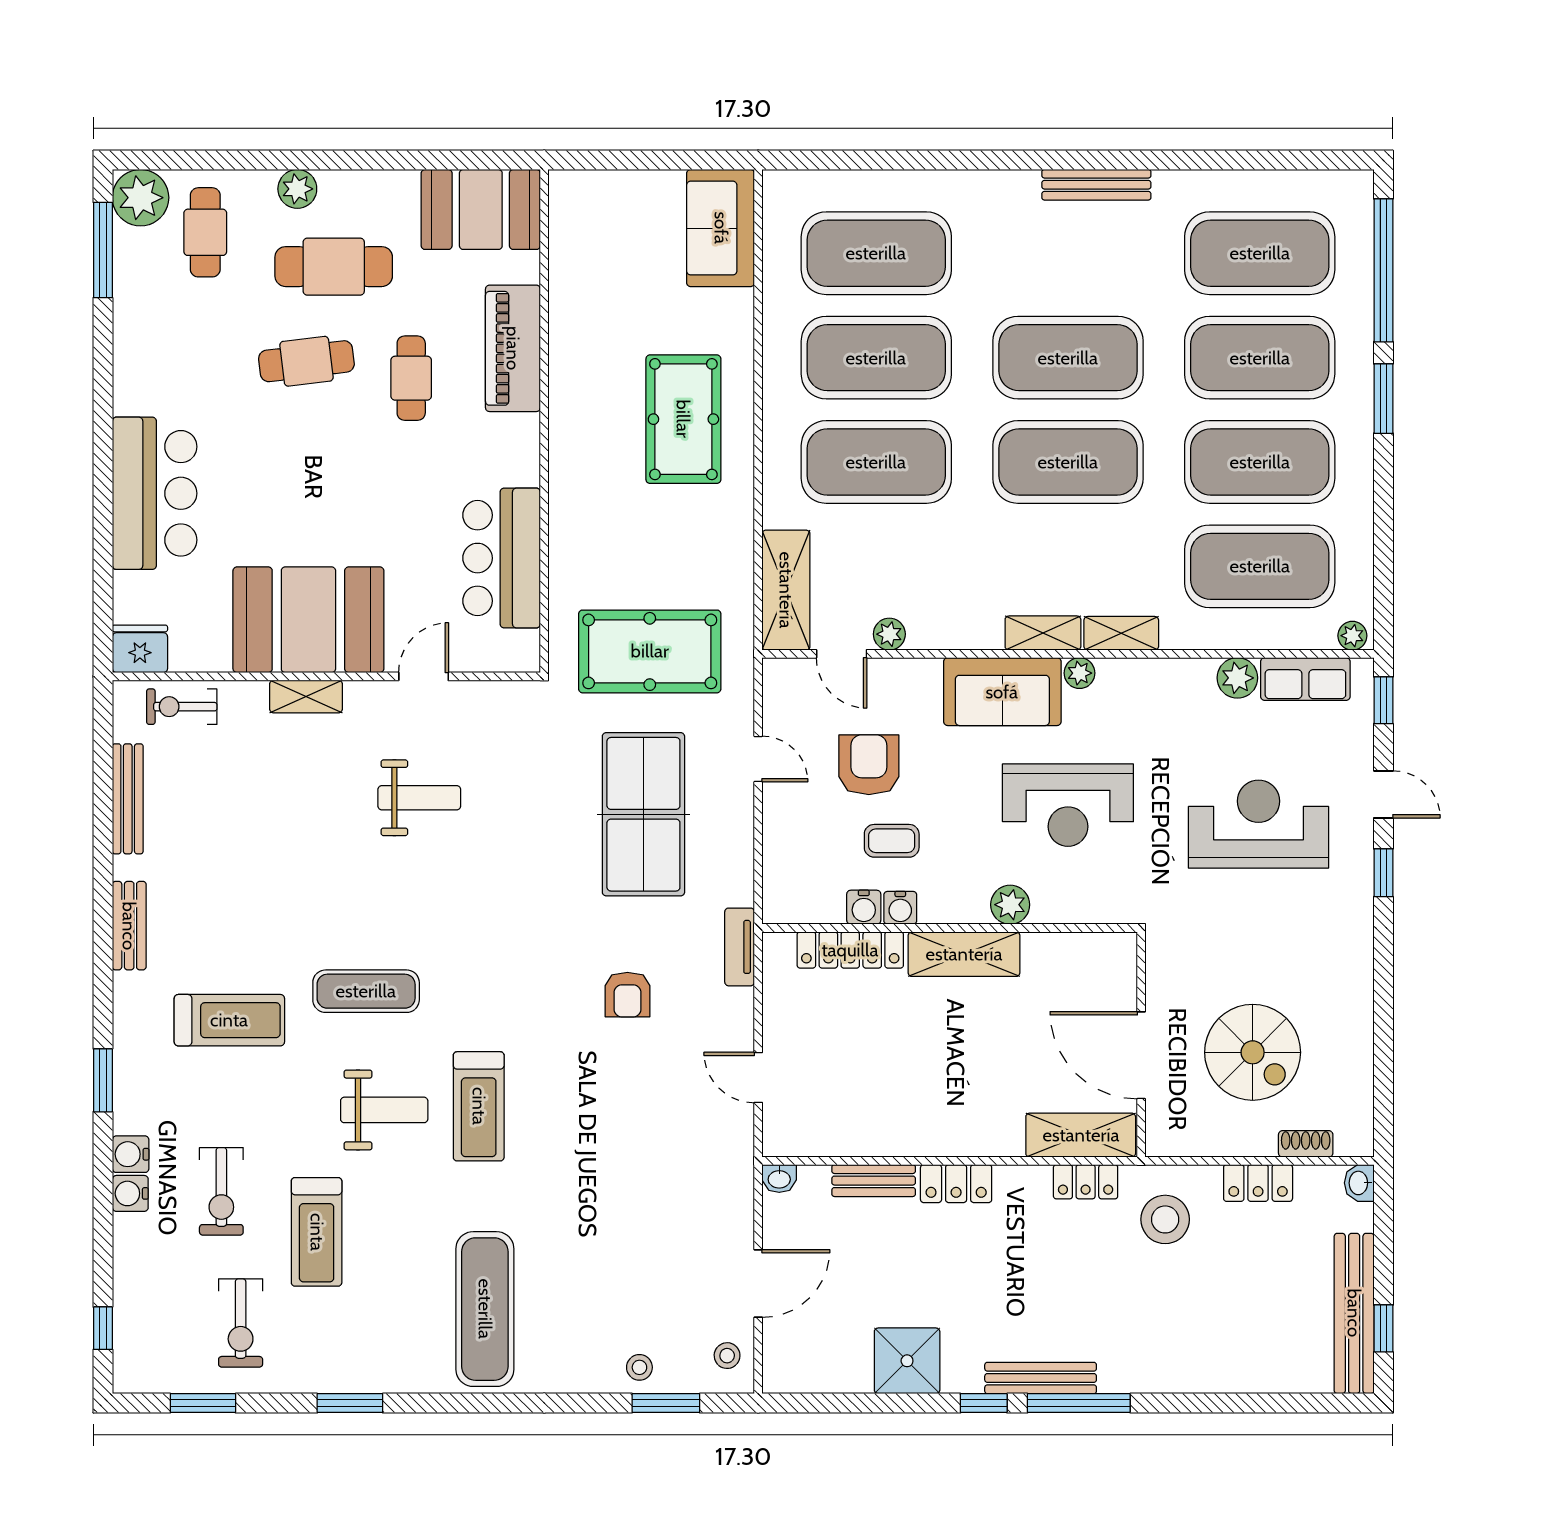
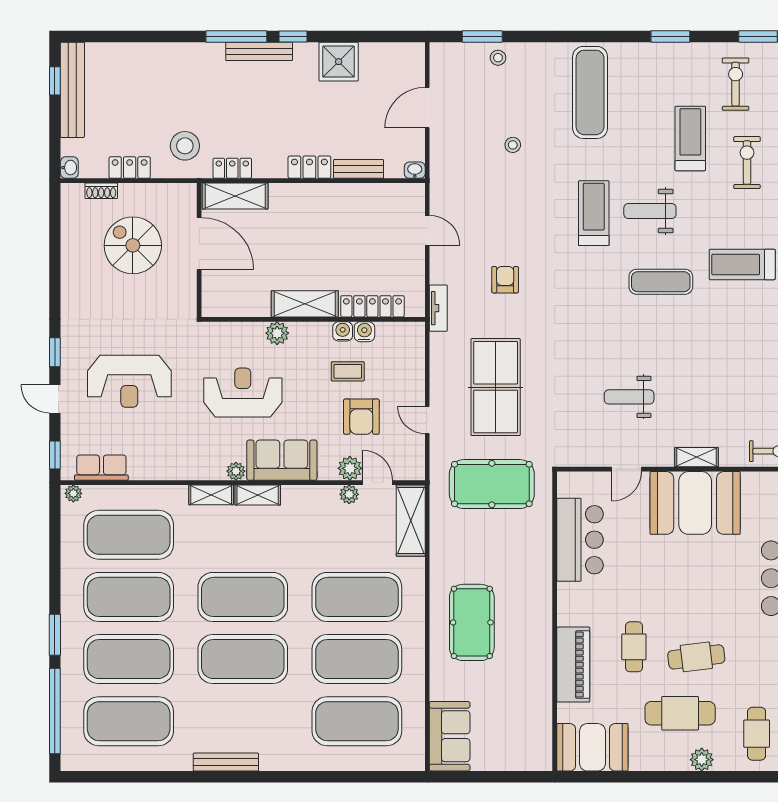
plant: (1237, 678) -> (350, 468), moved
stool: (727, 1356) -> (513, 145), moved

